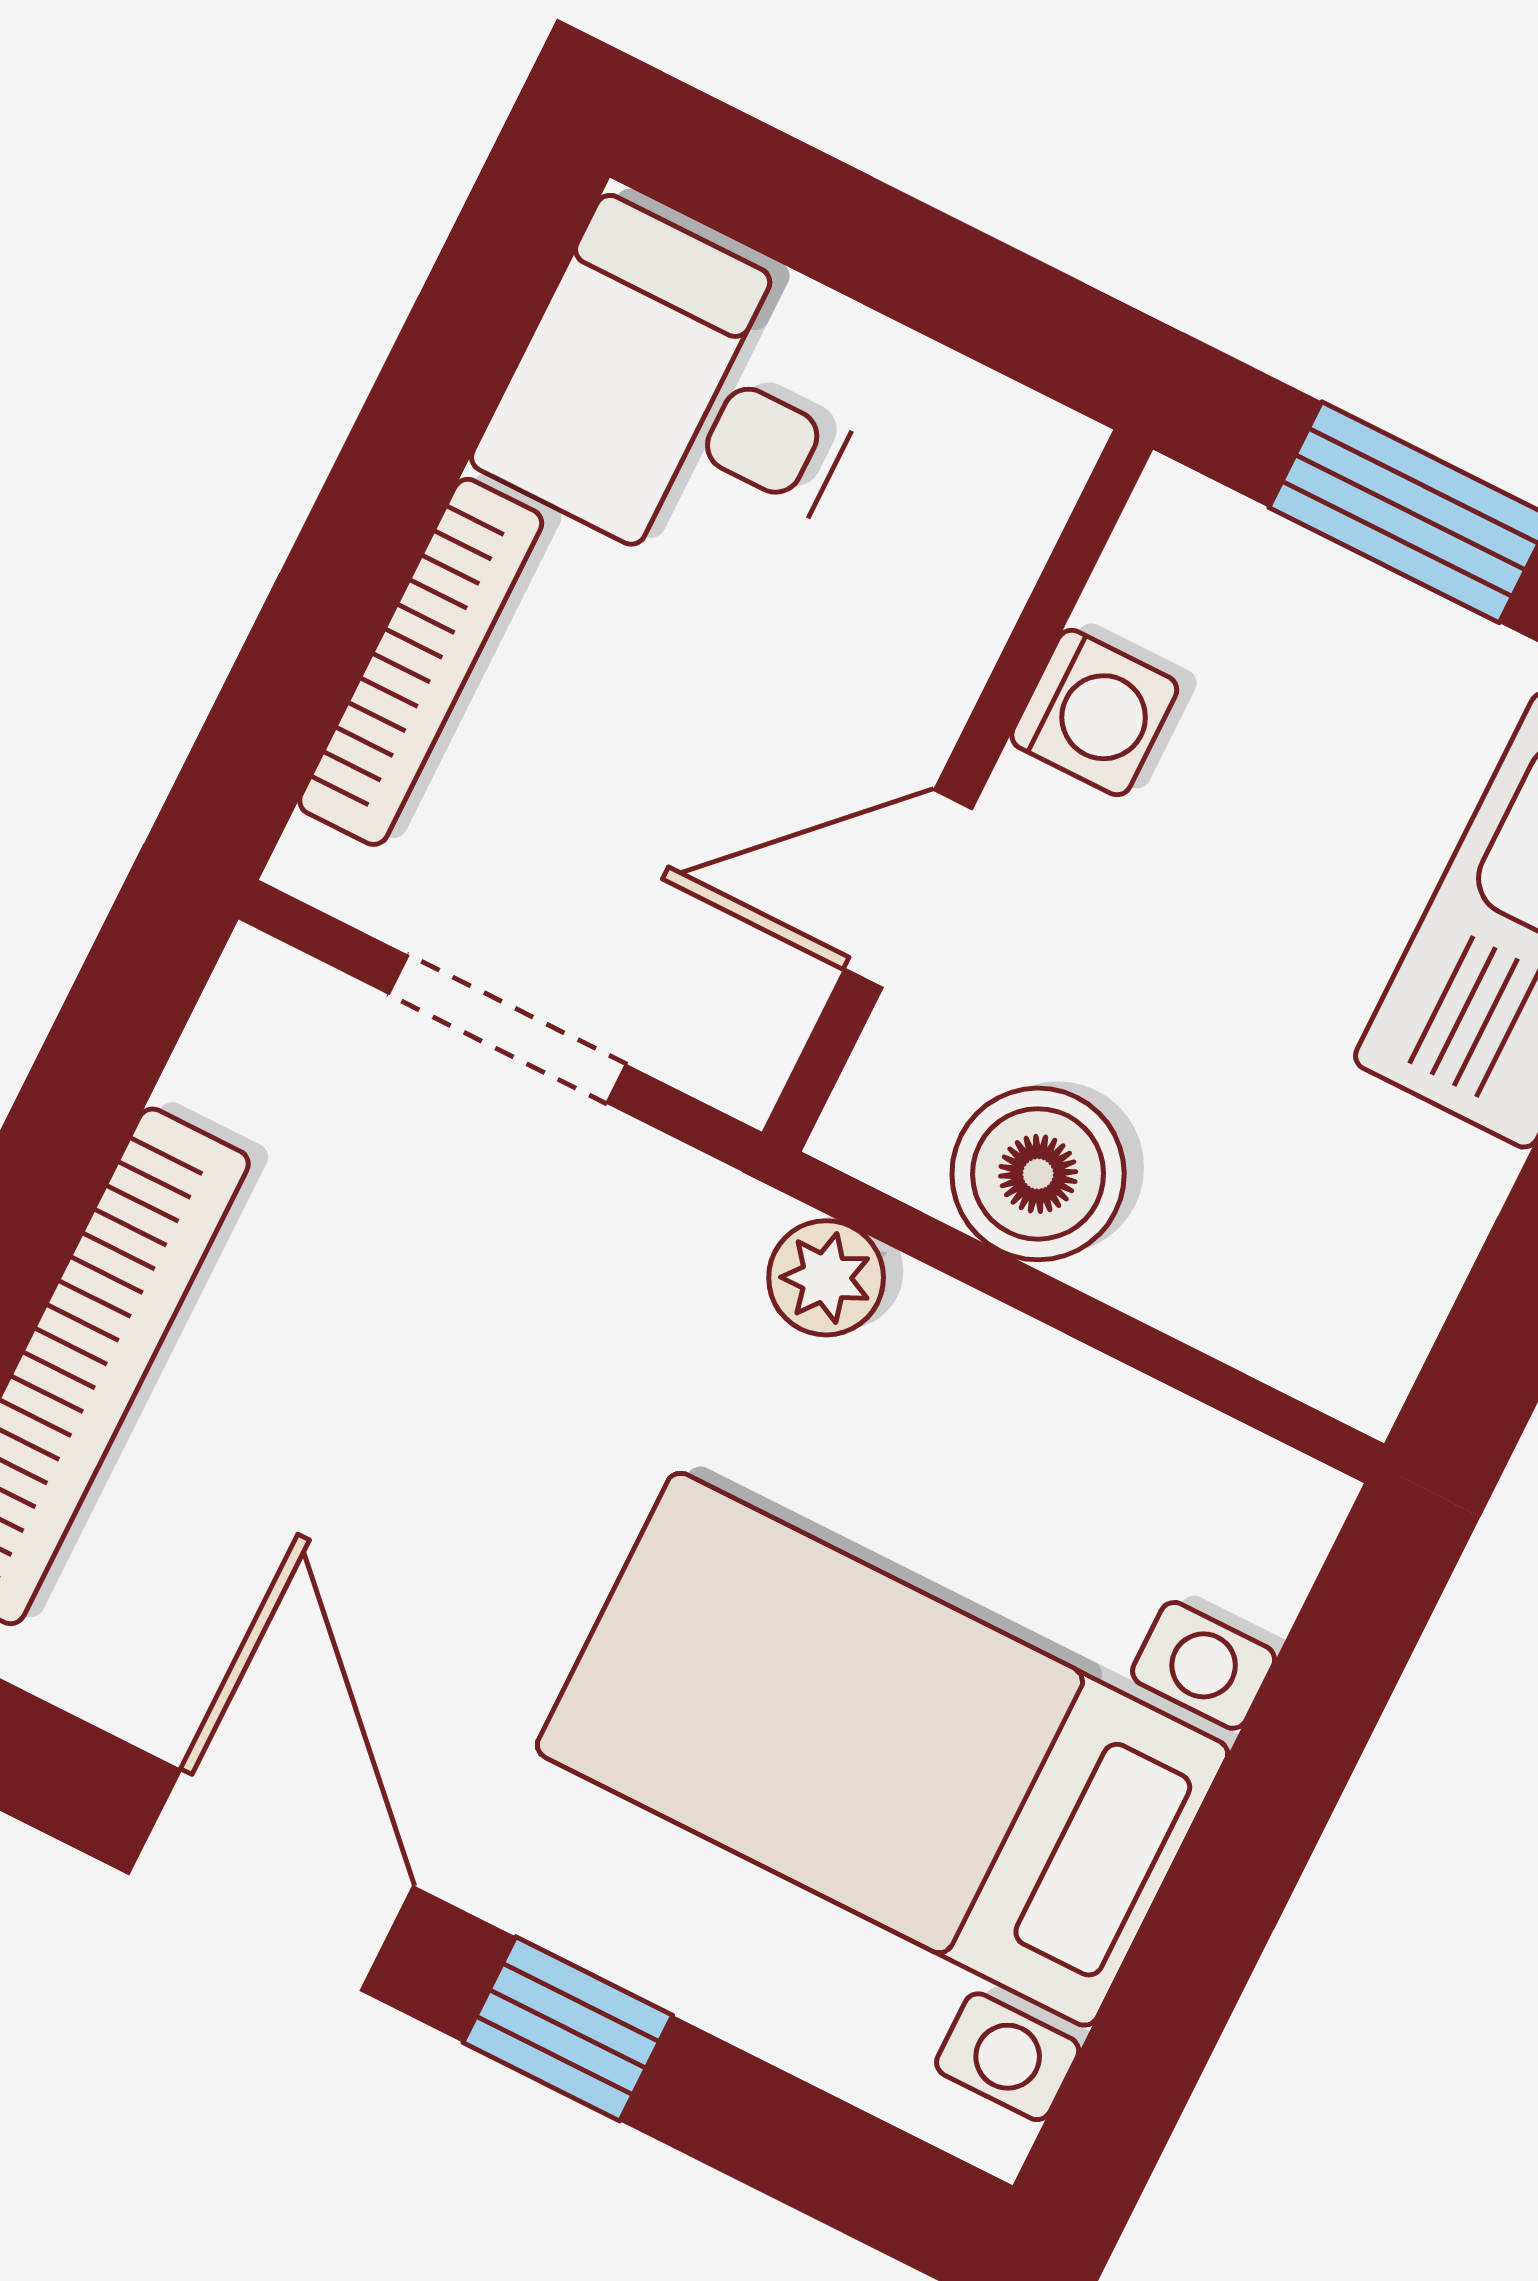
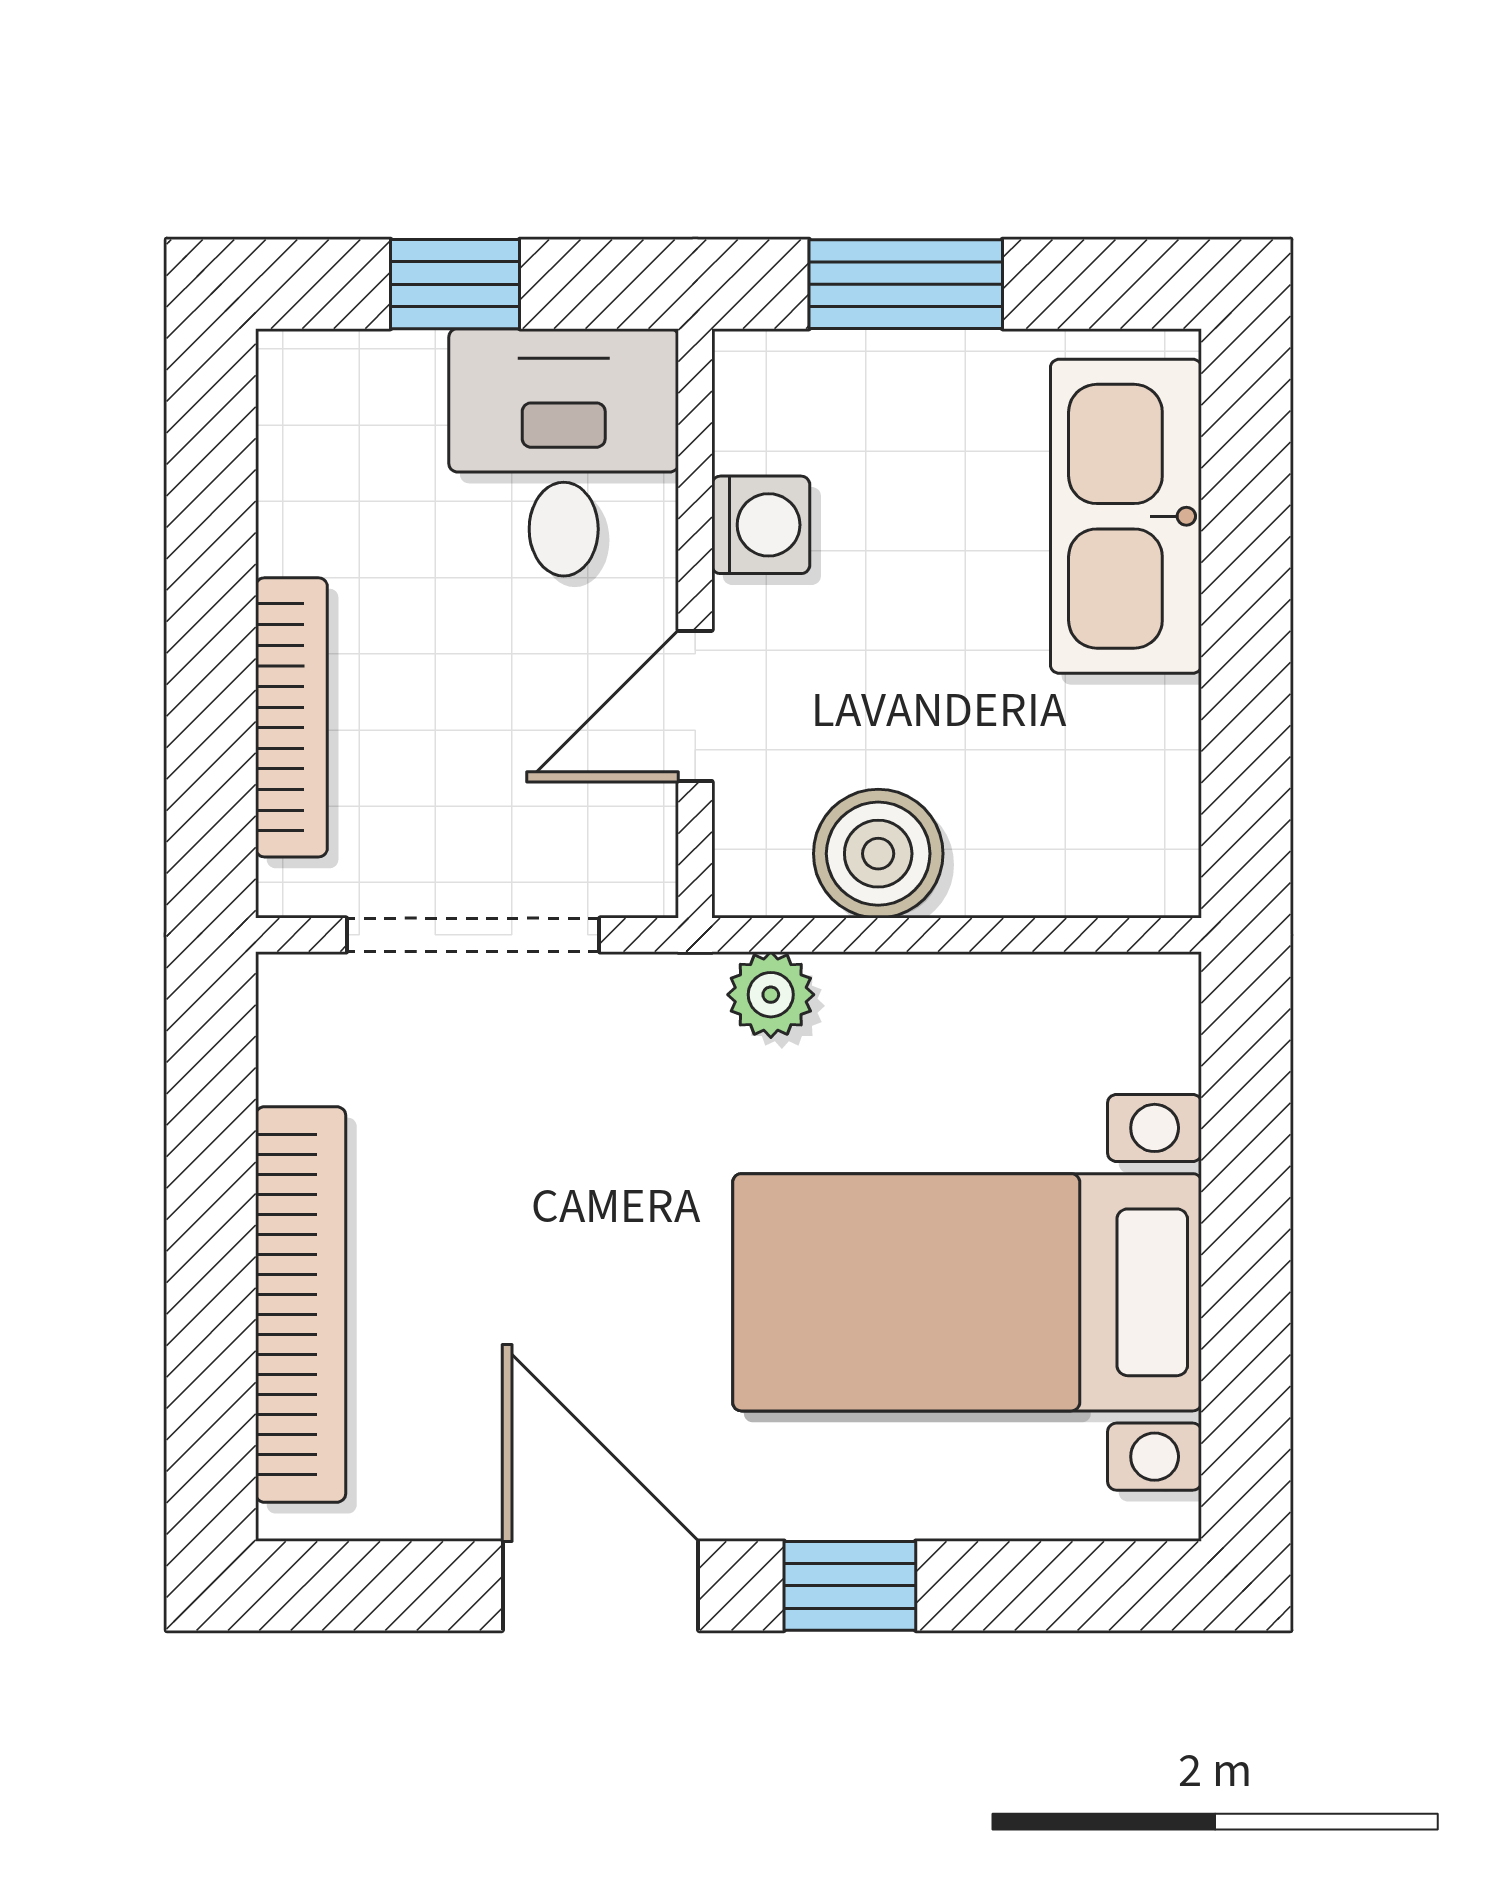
window: (874, 244) -> (455, 284), added
desk: (683, 401) -> (564, 452), moved, turned 90
doorway: (507, 1029) -> (473, 935), width x1.38

